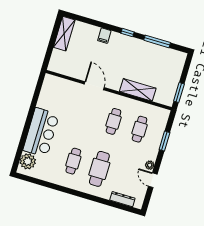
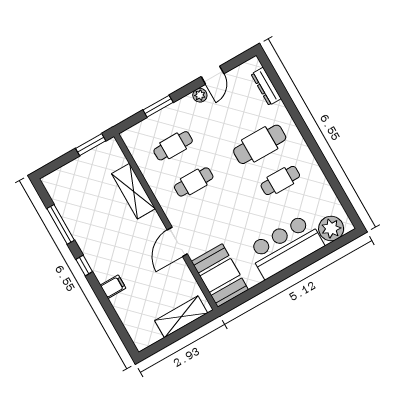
shelving: (64, 34) -> (181, 317), moved
booth: (59, 89) -> (220, 275), added

